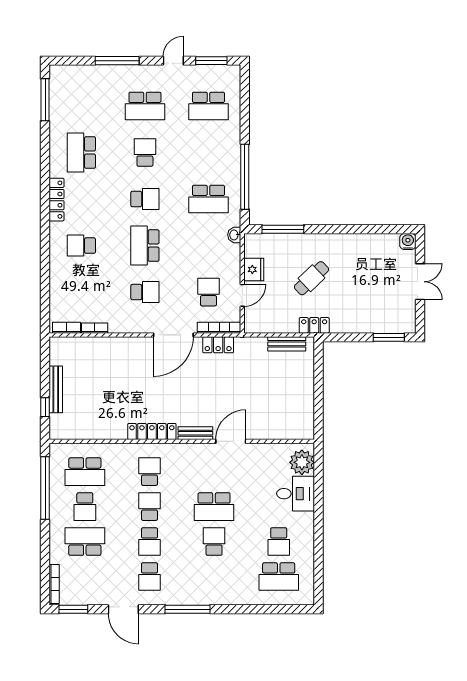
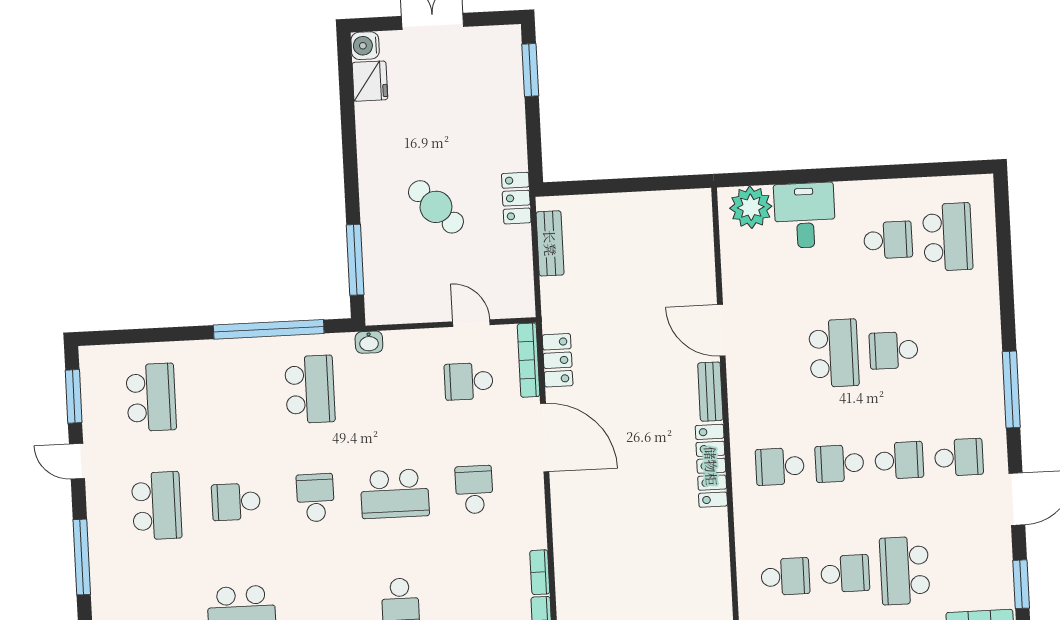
fridge: (254, 269) -> (370, 81), moved, turned 90
school desk: (85, 472) -> (785, 577), width x0.54

